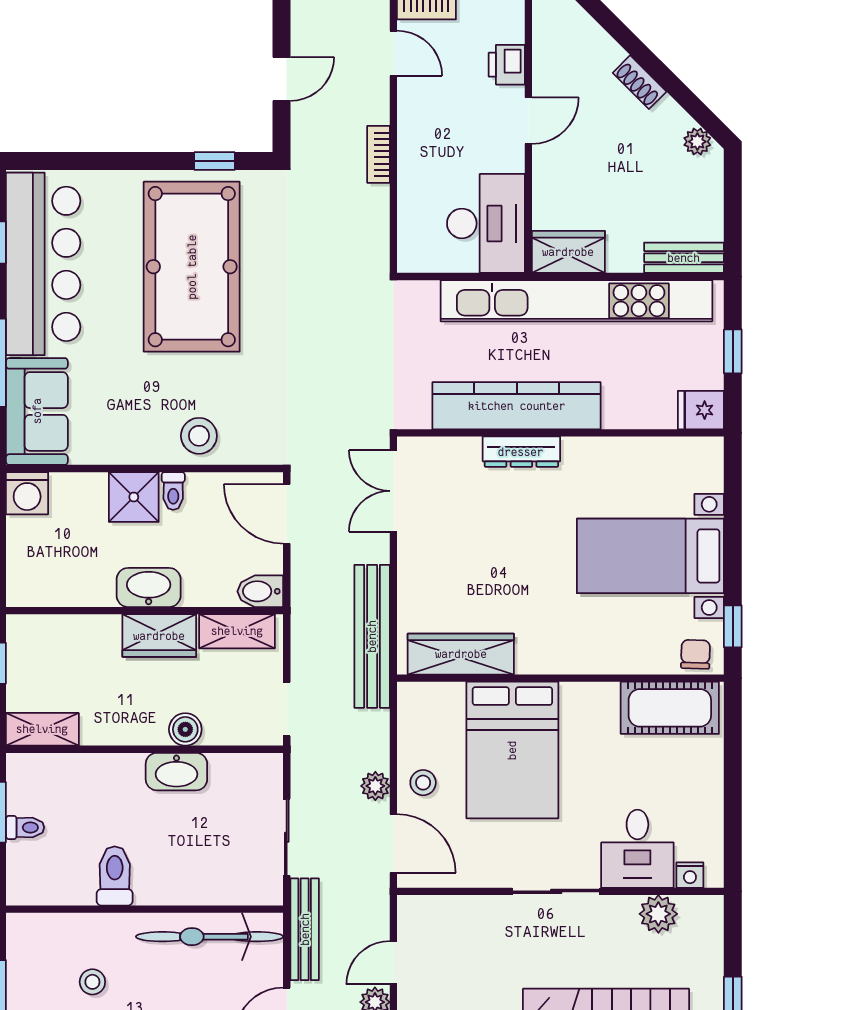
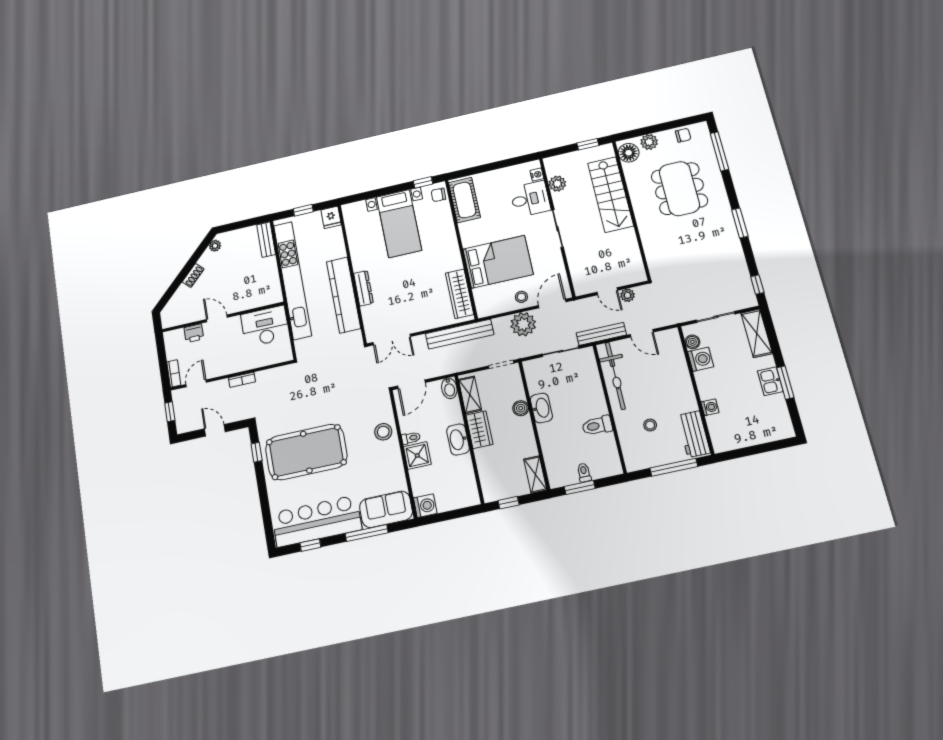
wardrobe: (568, 252) -> (272, 288), removed
plant: (375, 786) -> (523, 324), width x1.88, depth x1.88

